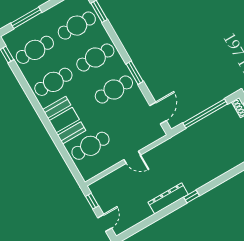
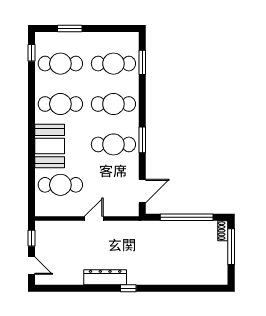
window: (26, 18) -> (70, 29), width x0.69
door: (132, 157) -> (94, 219), swing flipped
door: (105, 223) -> (32, 266), hinge flipped

